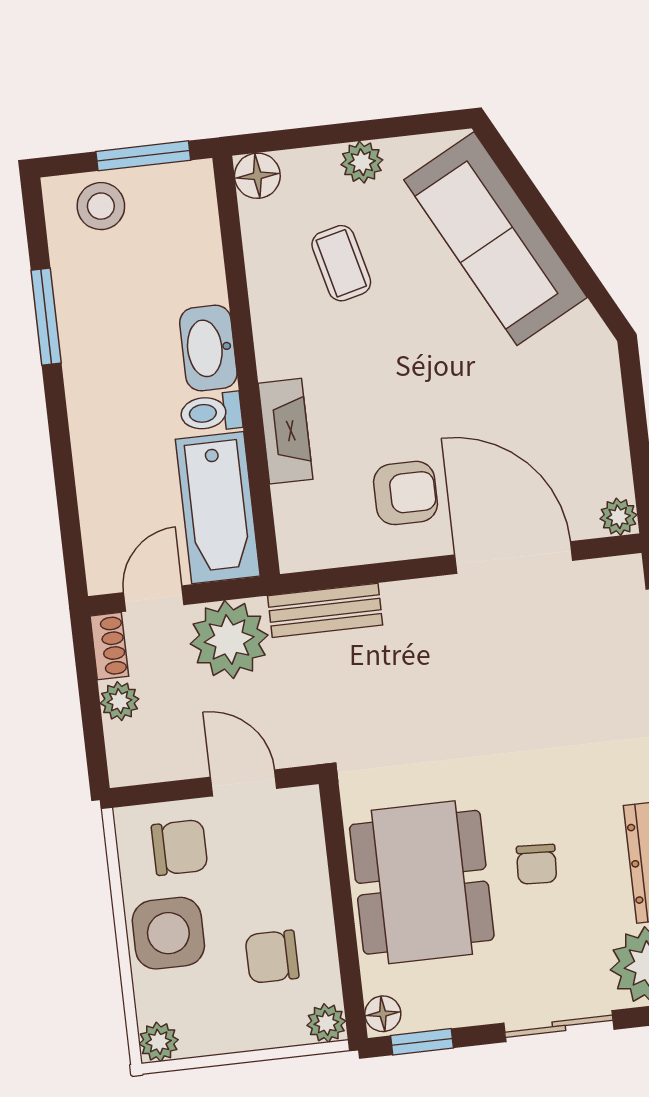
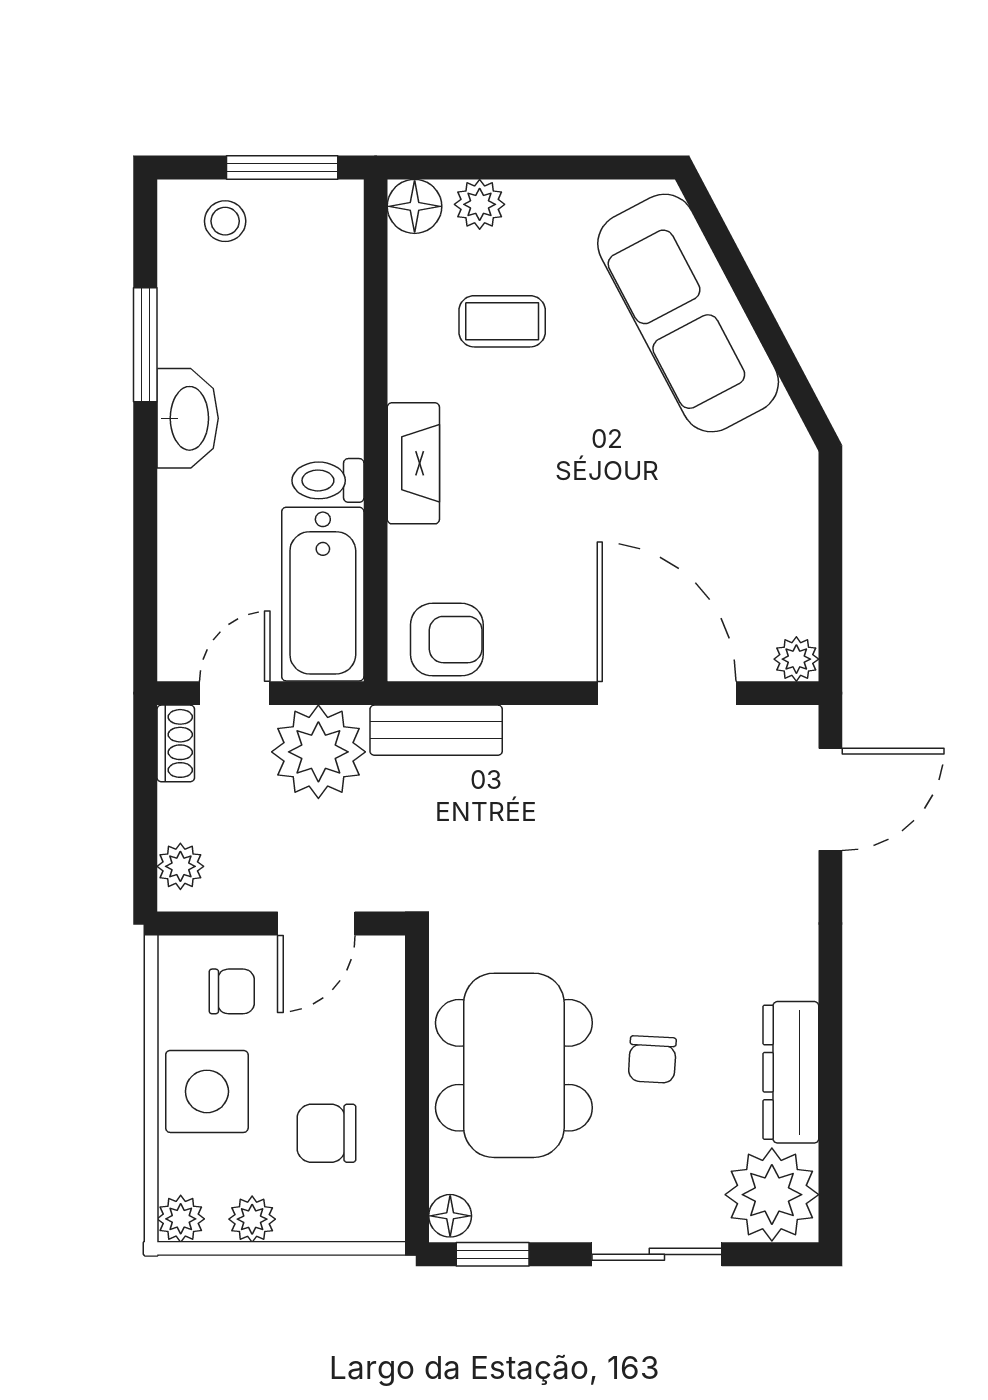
plant: (362, 162) -> (480, 204), moved
stool: (101, 206) -> (225, 221), width x0.73, depth x0.73
coffee table: (341, 263) -> (502, 321), turned -76
washbasin: (208, 348) -> (188, 418), moved, turned 180
fireplace: (285, 431) -> (413, 463), moved
armchair: (405, 493) -> (447, 640), moved
plant: (119, 701) -> (180, 866), moved
door: (244, 783) -> (316, 924), swing flipped
chair: (180, 847) -> (232, 991), width x0.73, depth x0.73
plant: (326, 1023) -> (252, 1219), moved

